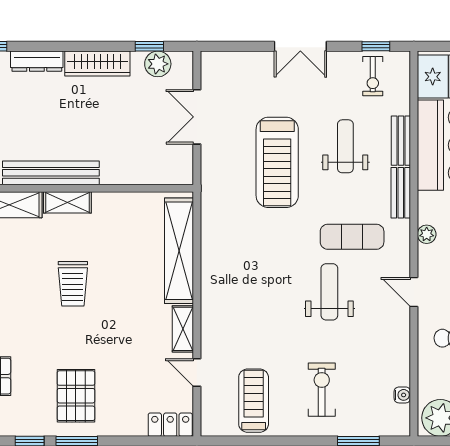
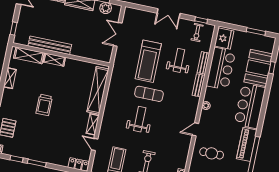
exercise mat: (352, 237) -> (149, 94), moved
trolley: (73, 284) -> (44, 105), moved
weight bench: (329, 292) -> (140, 119), moved
door: (414, 292) -> (195, 129), hinge flipped
pallet: (76, 396) -> (41, 144), removed

